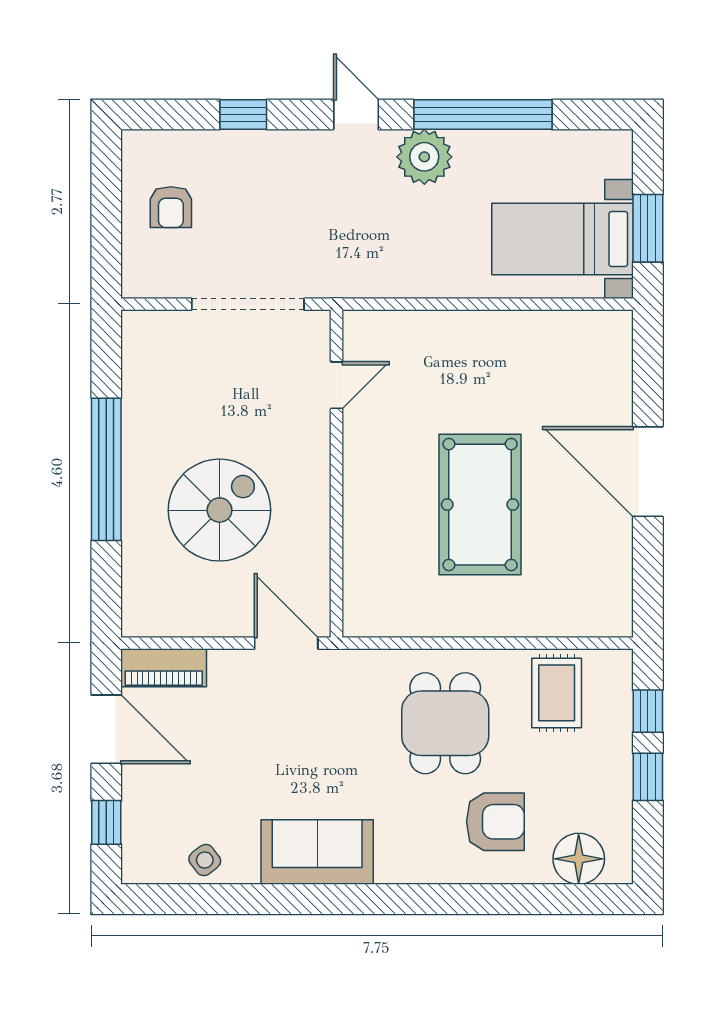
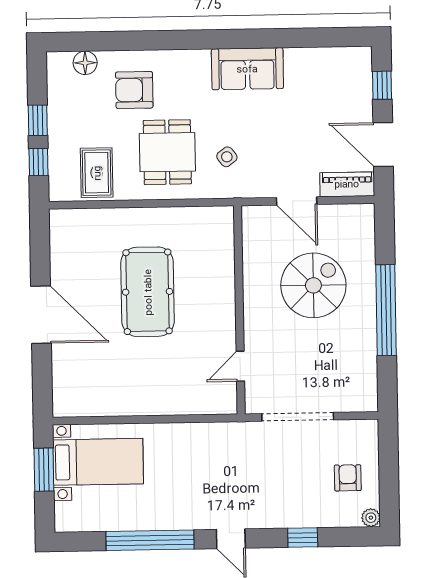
plant: (424, 157) -> (371, 518), moved, width x0.53, depth x0.53
spiral stairs: (219, 510) -> (313, 285), turned 180
door: (286, 643) -> (297, 201), moved
floor lamp: (579, 859) -> (85, 63), width x0.73, depth x0.73
side table: (205, 860) -> (227, 157), moved

